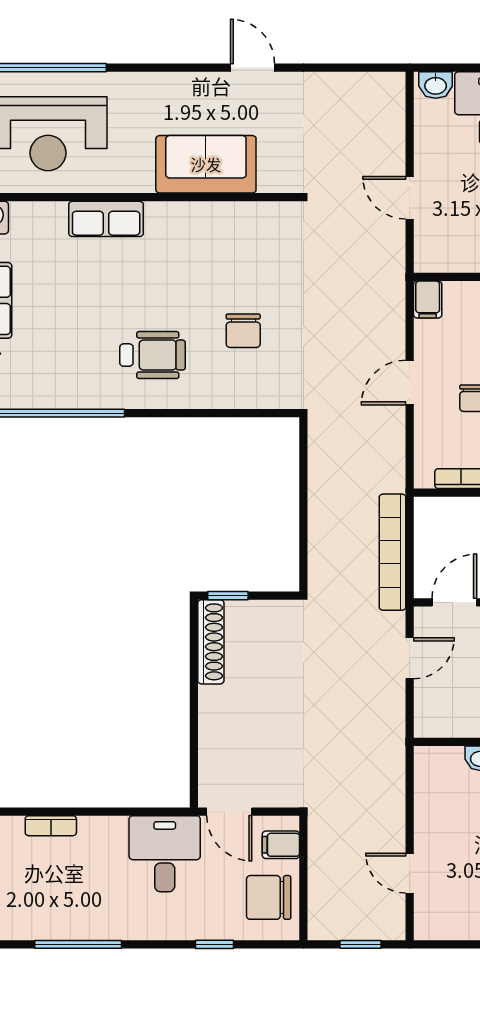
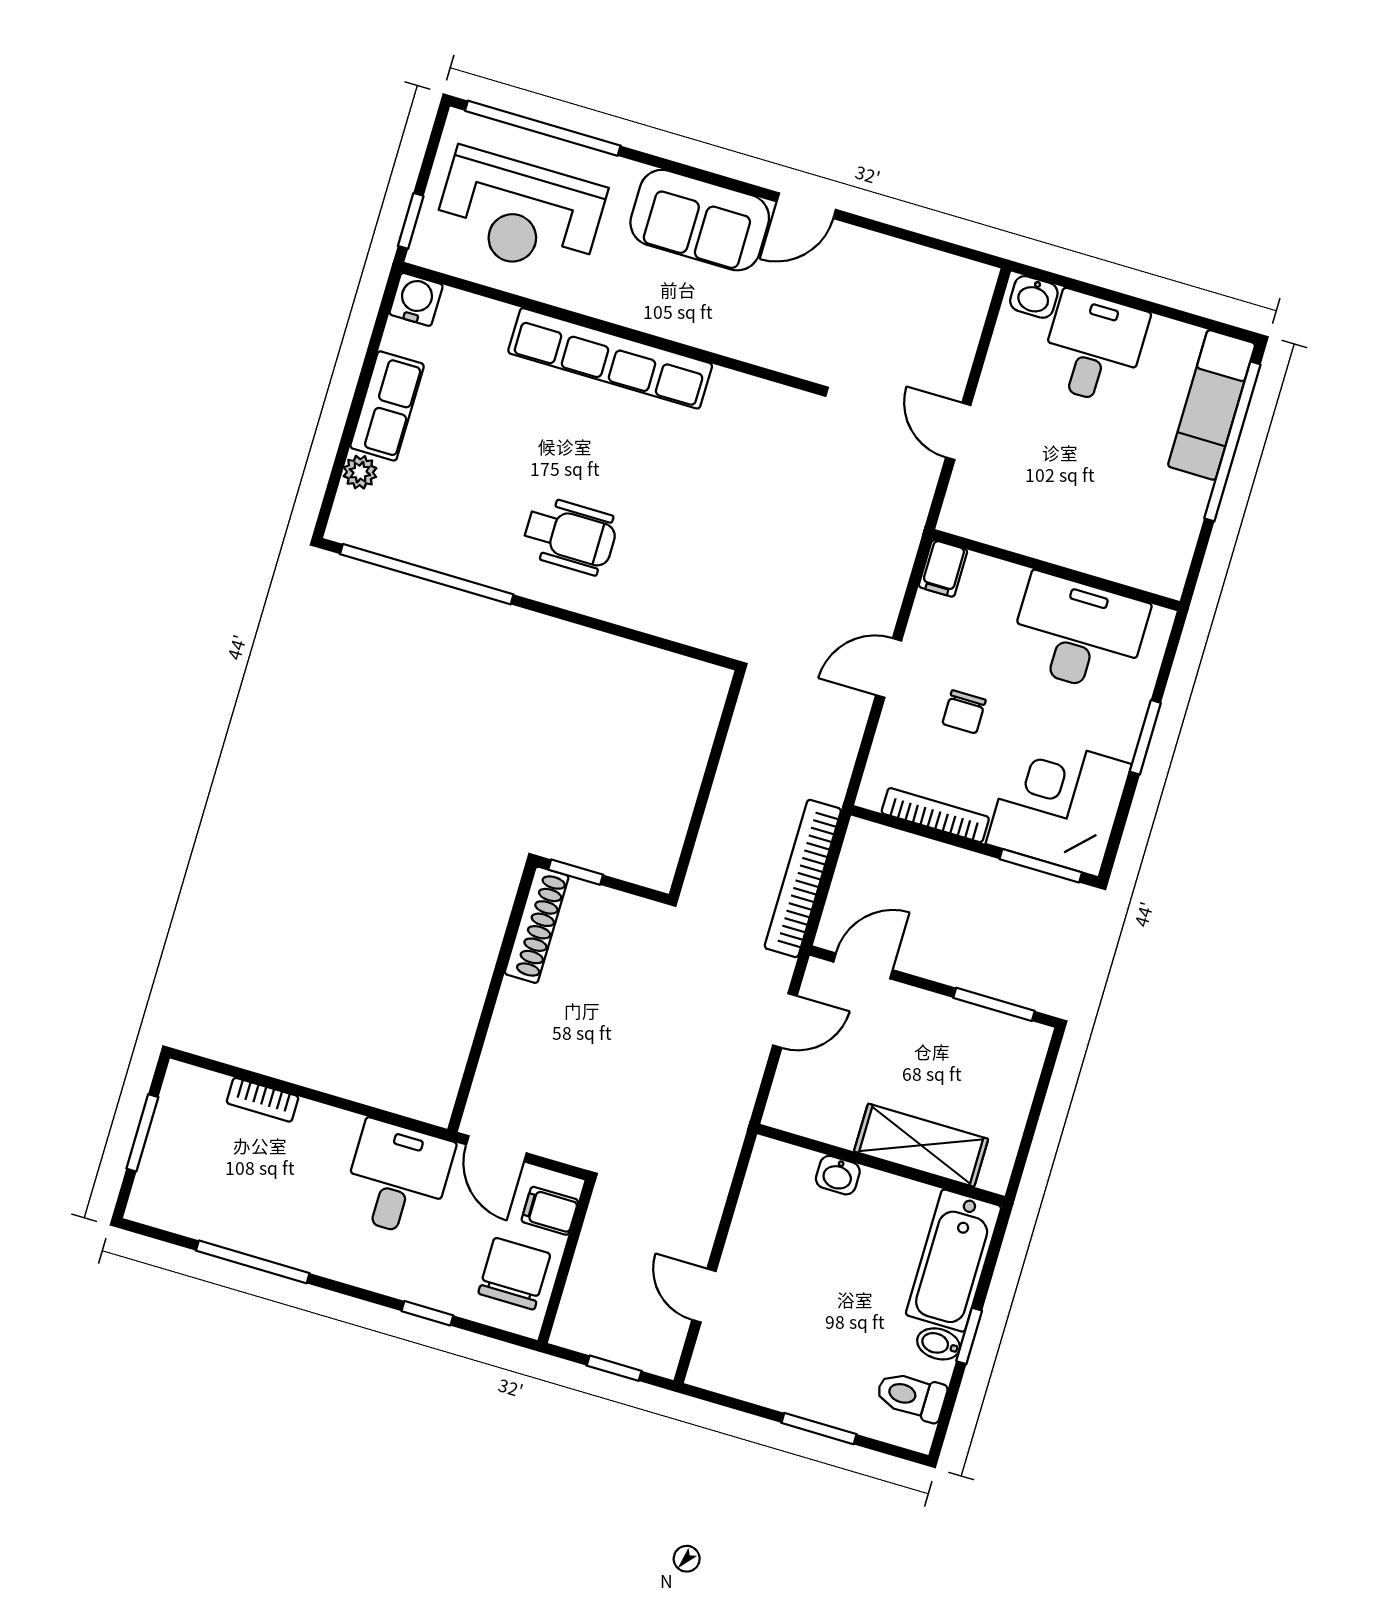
door: (253, 68) -> (806, 206), swing flipped
sofa: (206, 164) -> (700, 220), moved, turned 180
row of seats: (106, 219) -> (610, 358), width x2.02
chair: (243, 331) -> (695, 539), removed
chair: (269, 897) -> (514, 1274), turned 90

